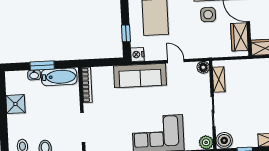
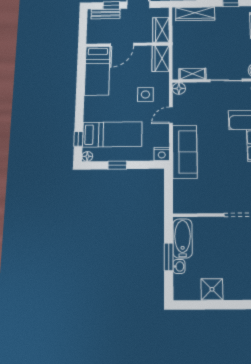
side table: (208, 15) -> (145, 94), moved
window: (126, 33) -> (117, 165), moved
wardrobe: (239, 37) -> (161, 58), moved, turned 90
bookcase: (87, 85) -> (193, 209), removed

